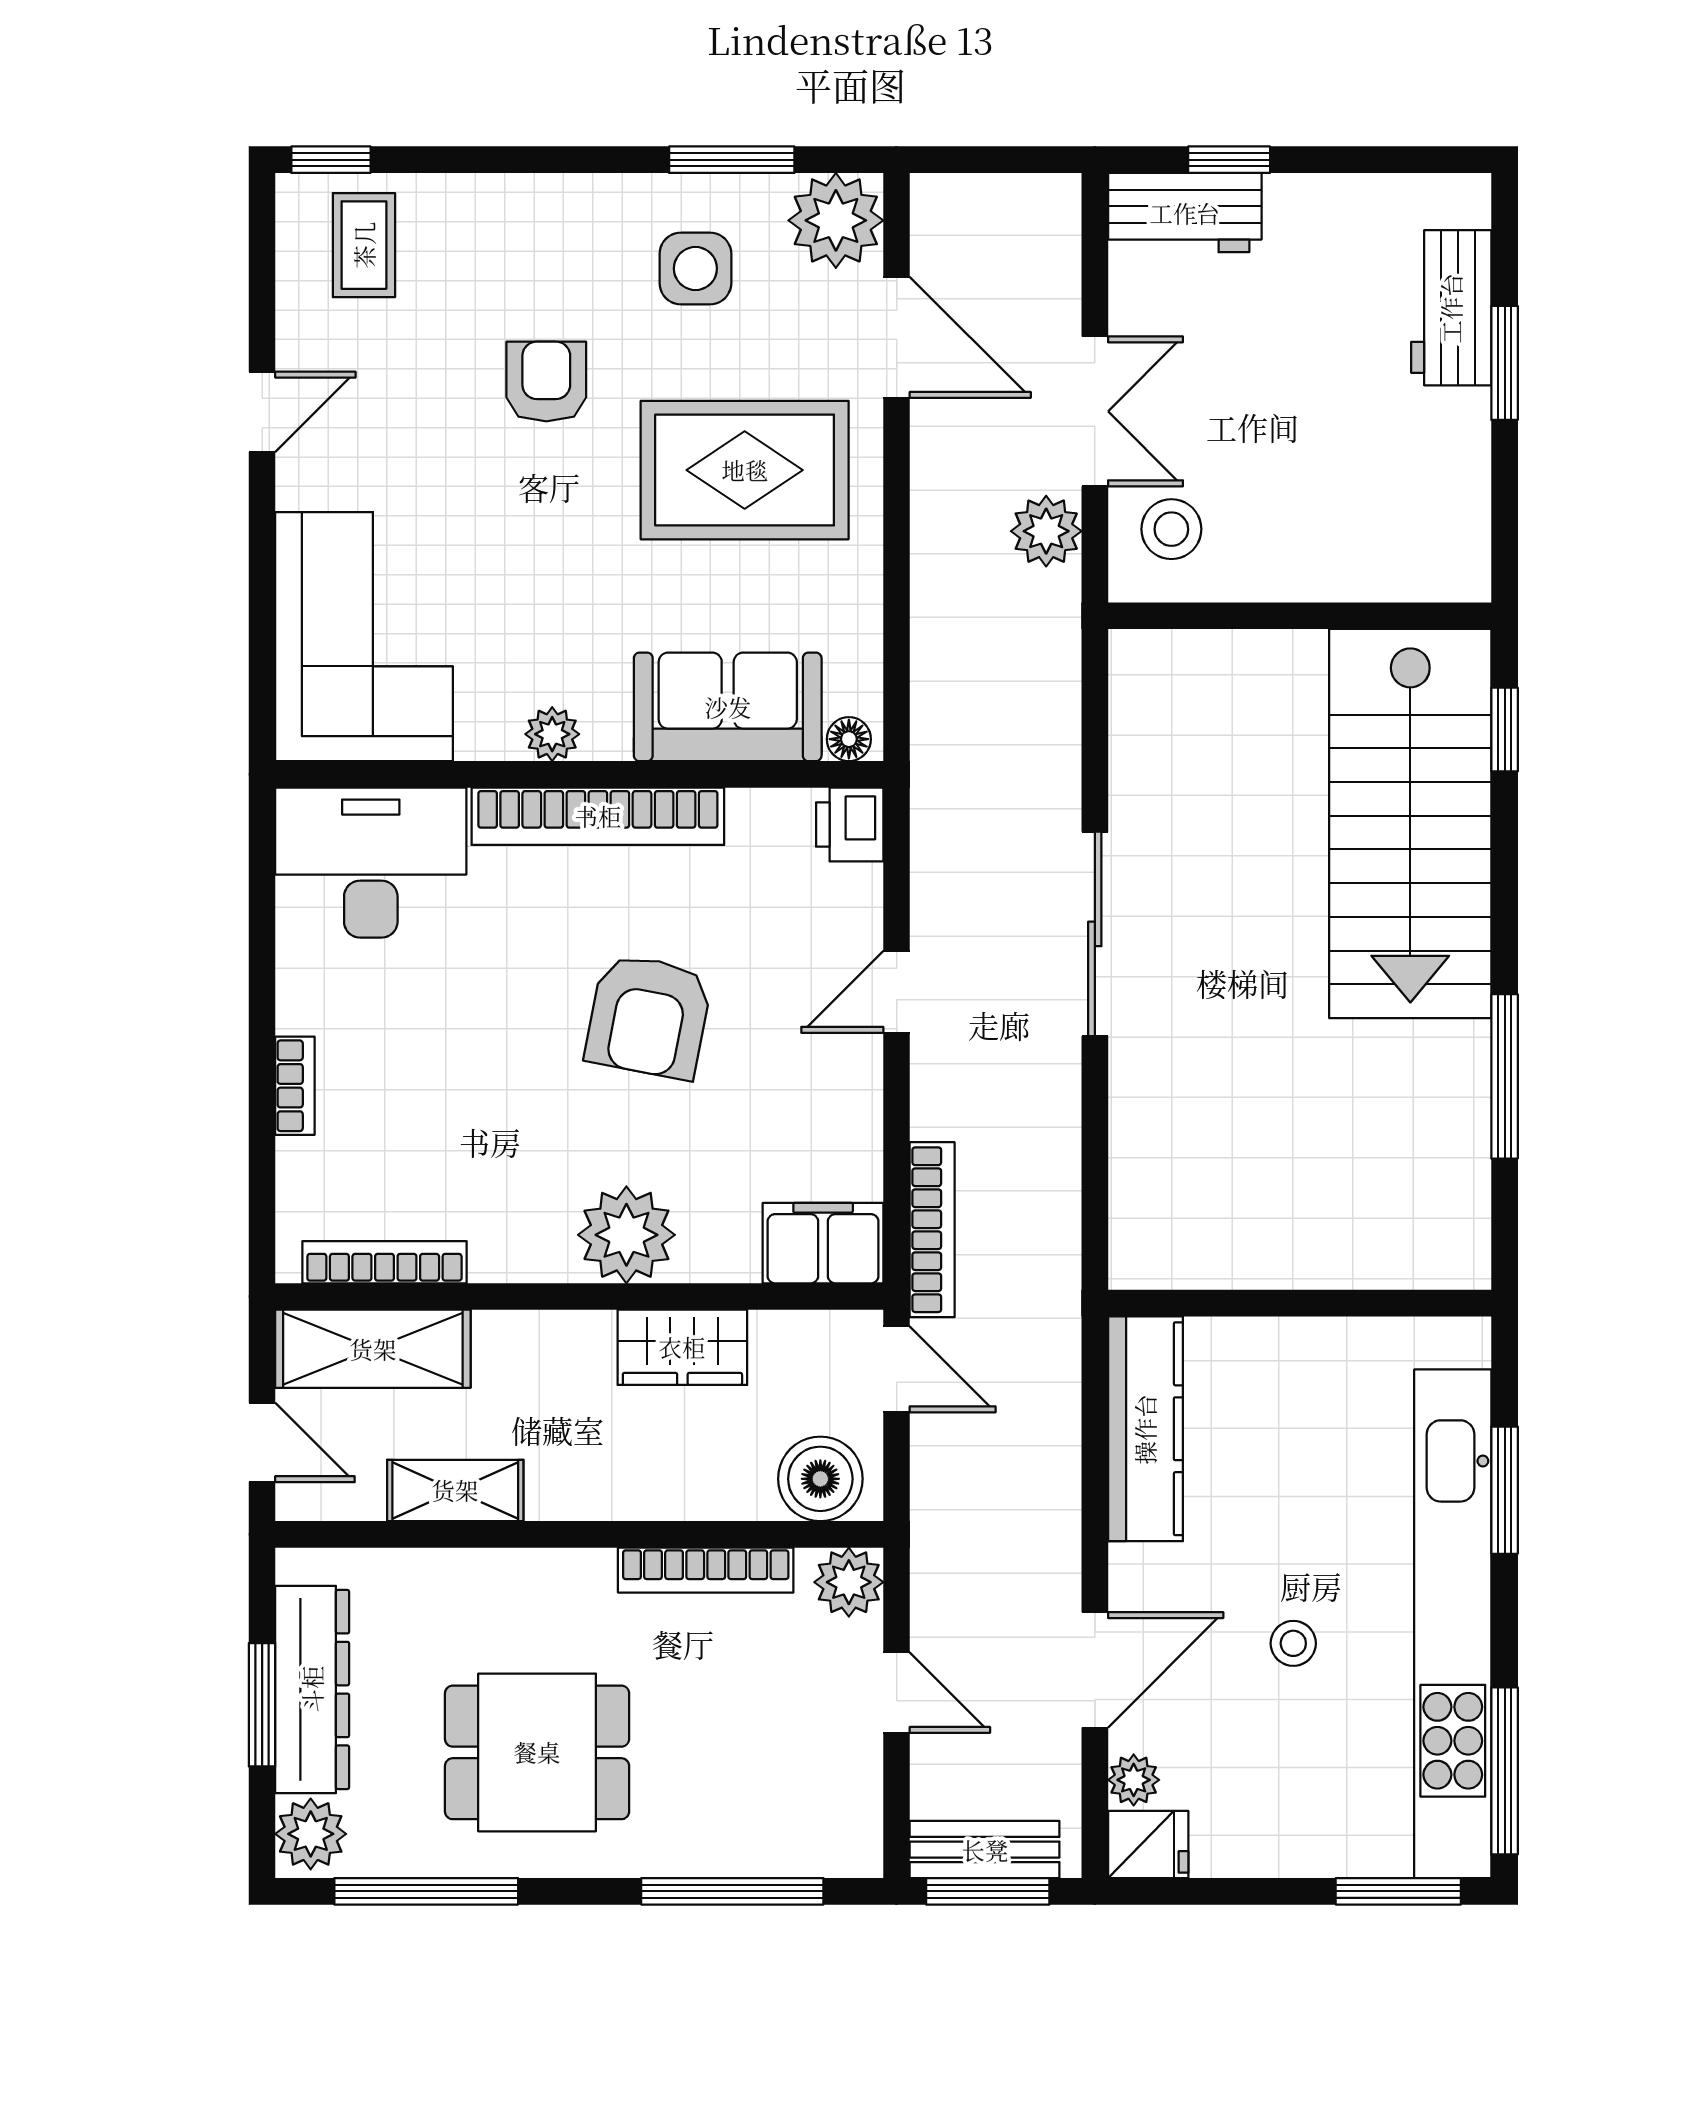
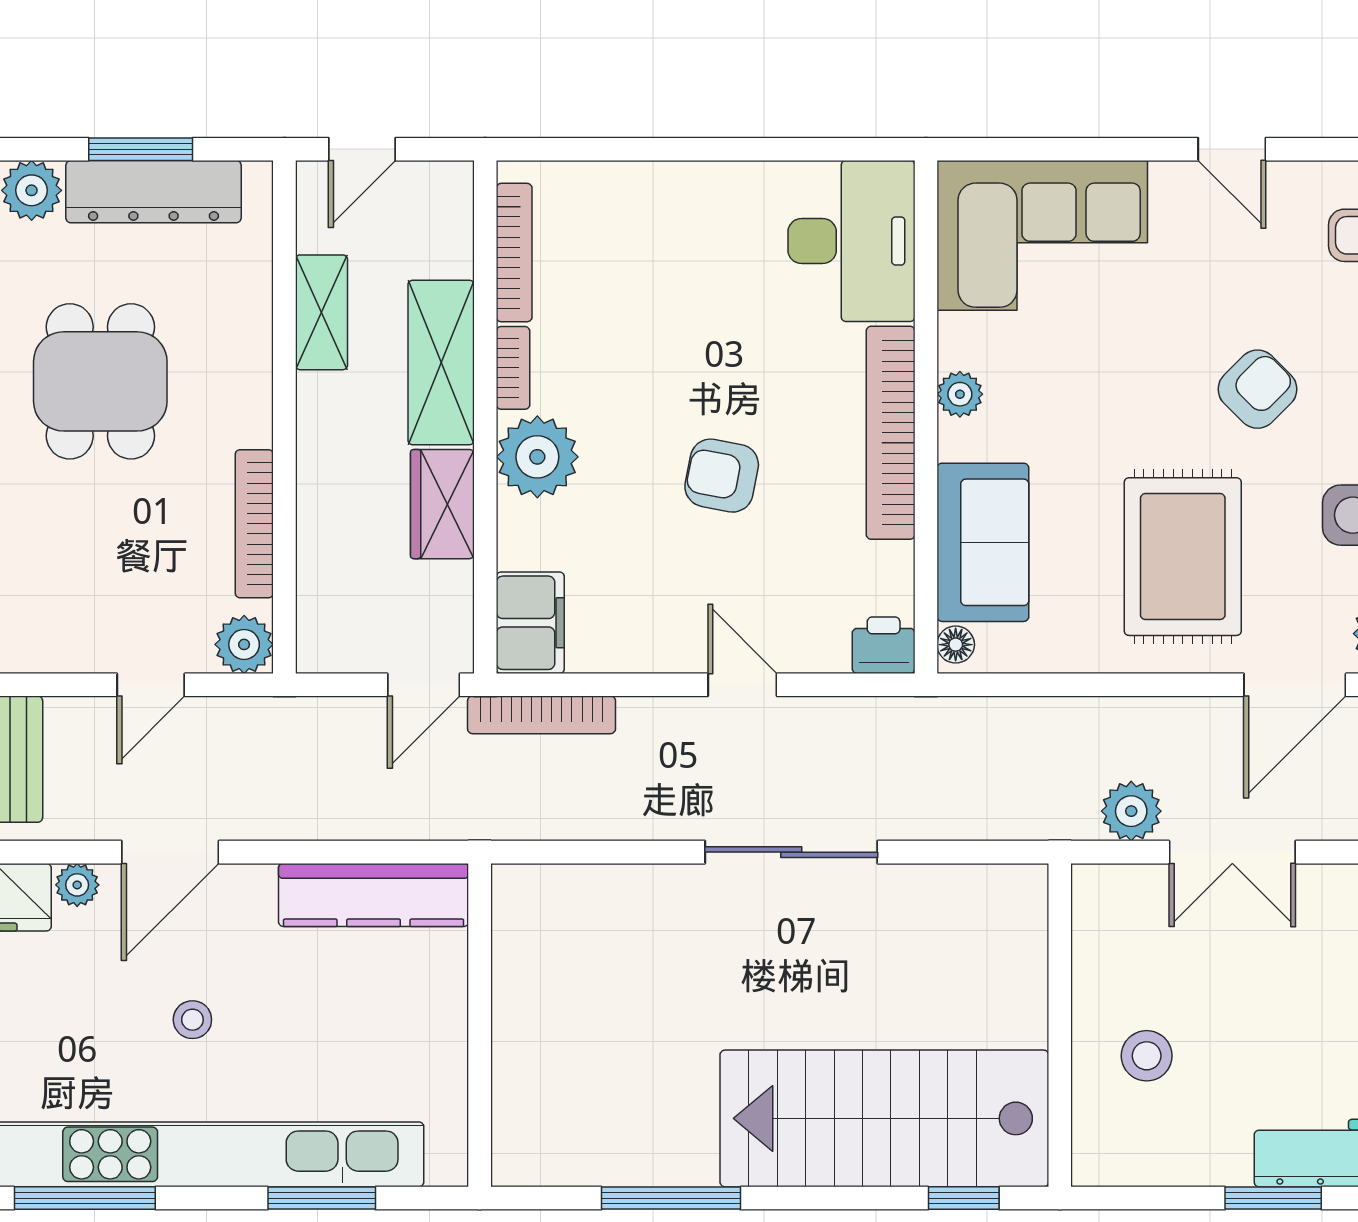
armchair: (546, 381) -> (1257, 389), turned -45
stool: (1171, 529) -> (1147, 1056), moved
armchair: (649, 1016) -> (722, 476), width x0.72, depth x0.72
bookcase: (295, 1086) -> (513, 368), moved, turned -90
shelving: (373, 1349) -> (441, 362), moved
boiler: (820, 1479) -> (331, 621), removed
door: (1095, 1670) -> (170, 852), hinge flipped

